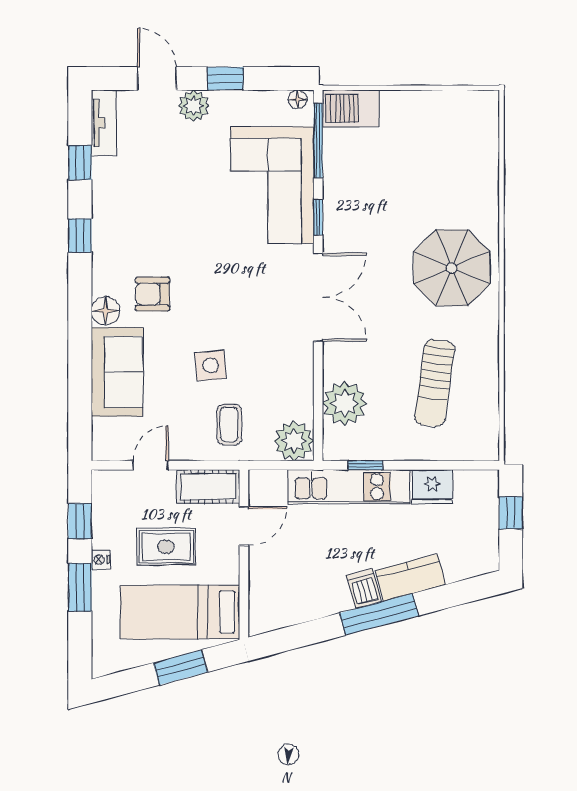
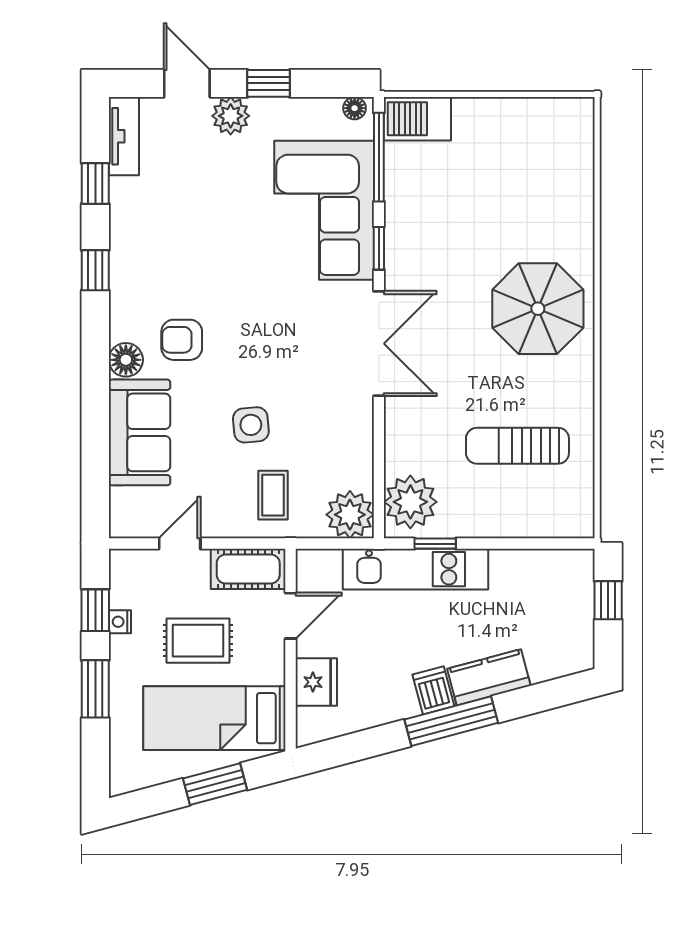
sun lounger: (435, 383) -> (517, 446), turned 82
plant: (345, 403) -> (410, 502), moved
fridge: (432, 487) -> (316, 682), moved, turned -90
nightstand: (101, 560) -> (120, 622), moved

